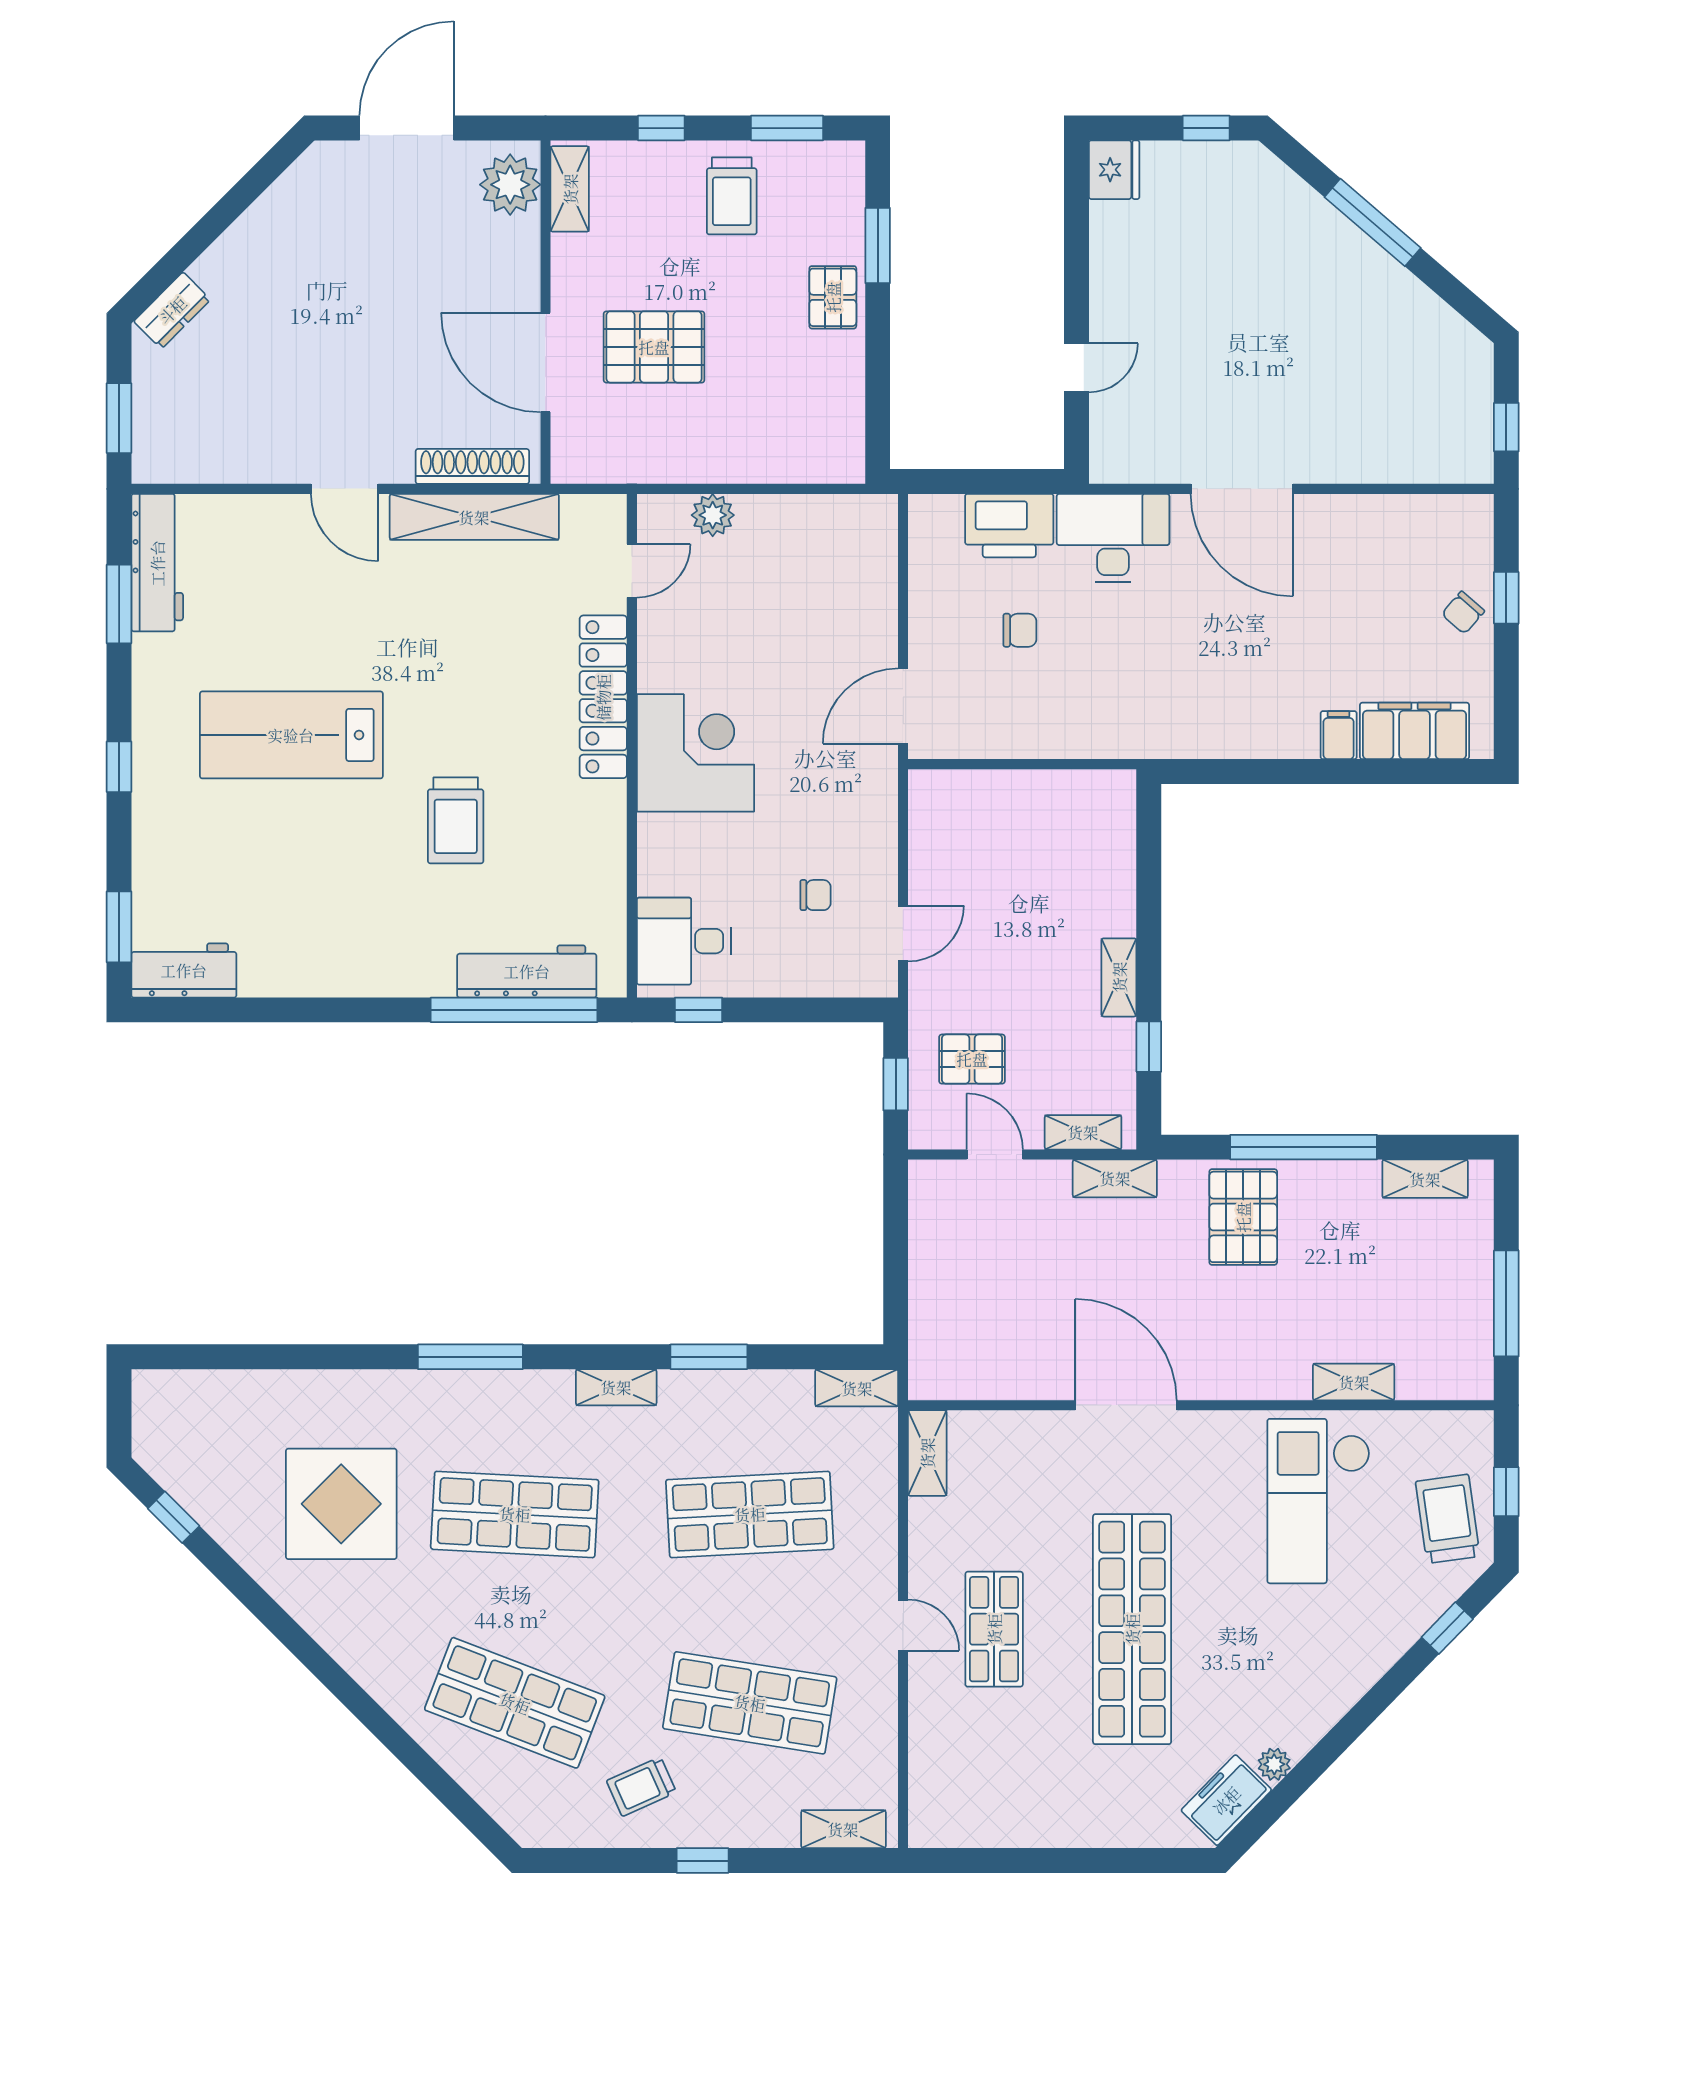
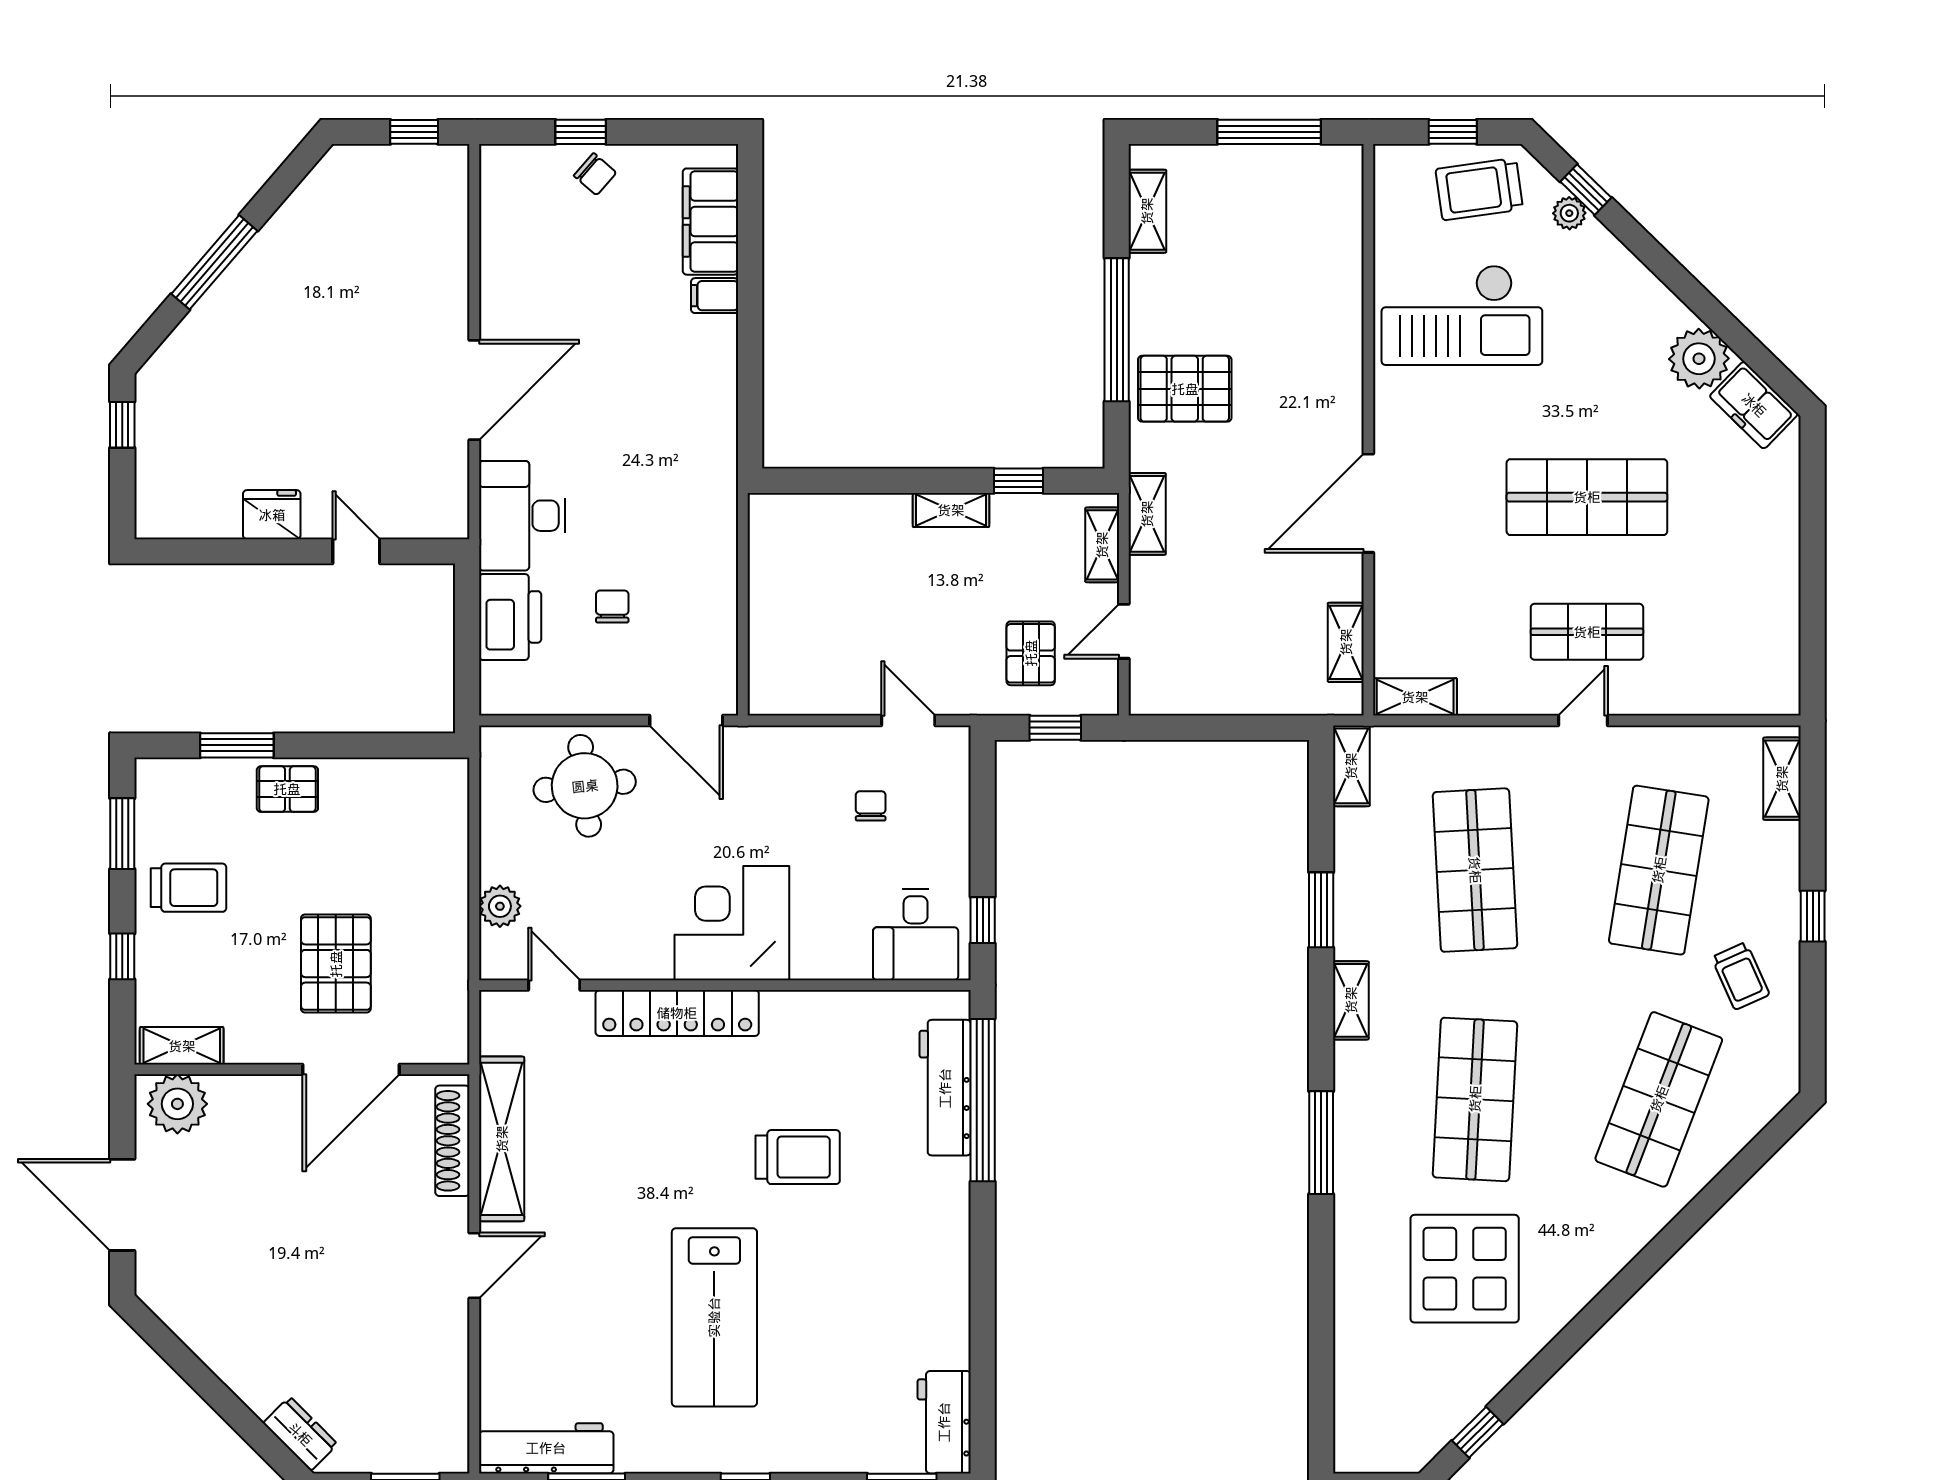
fridge: (1114, 170) -> (272, 515), moved
round table: (836, 602) -> (585, 786), added
shelving: (1354, 1382) -> (1346, 642), moved
plant: (1423, 1611) -> (1569, 213), added
shop shelf: (1132, 1629) -> (1587, 497), width x0.71
plant: (1274, 1764) -> (1699, 359), width x1.88, depth x1.88

